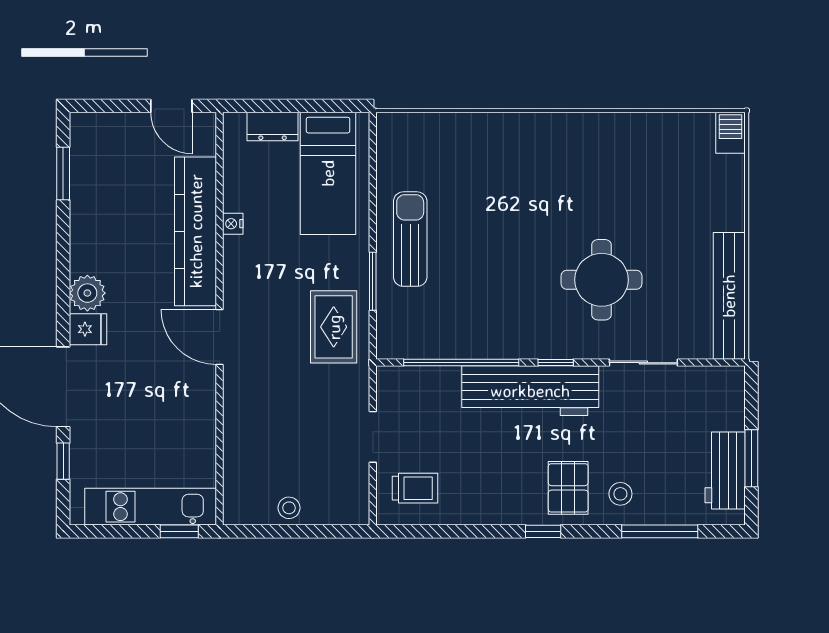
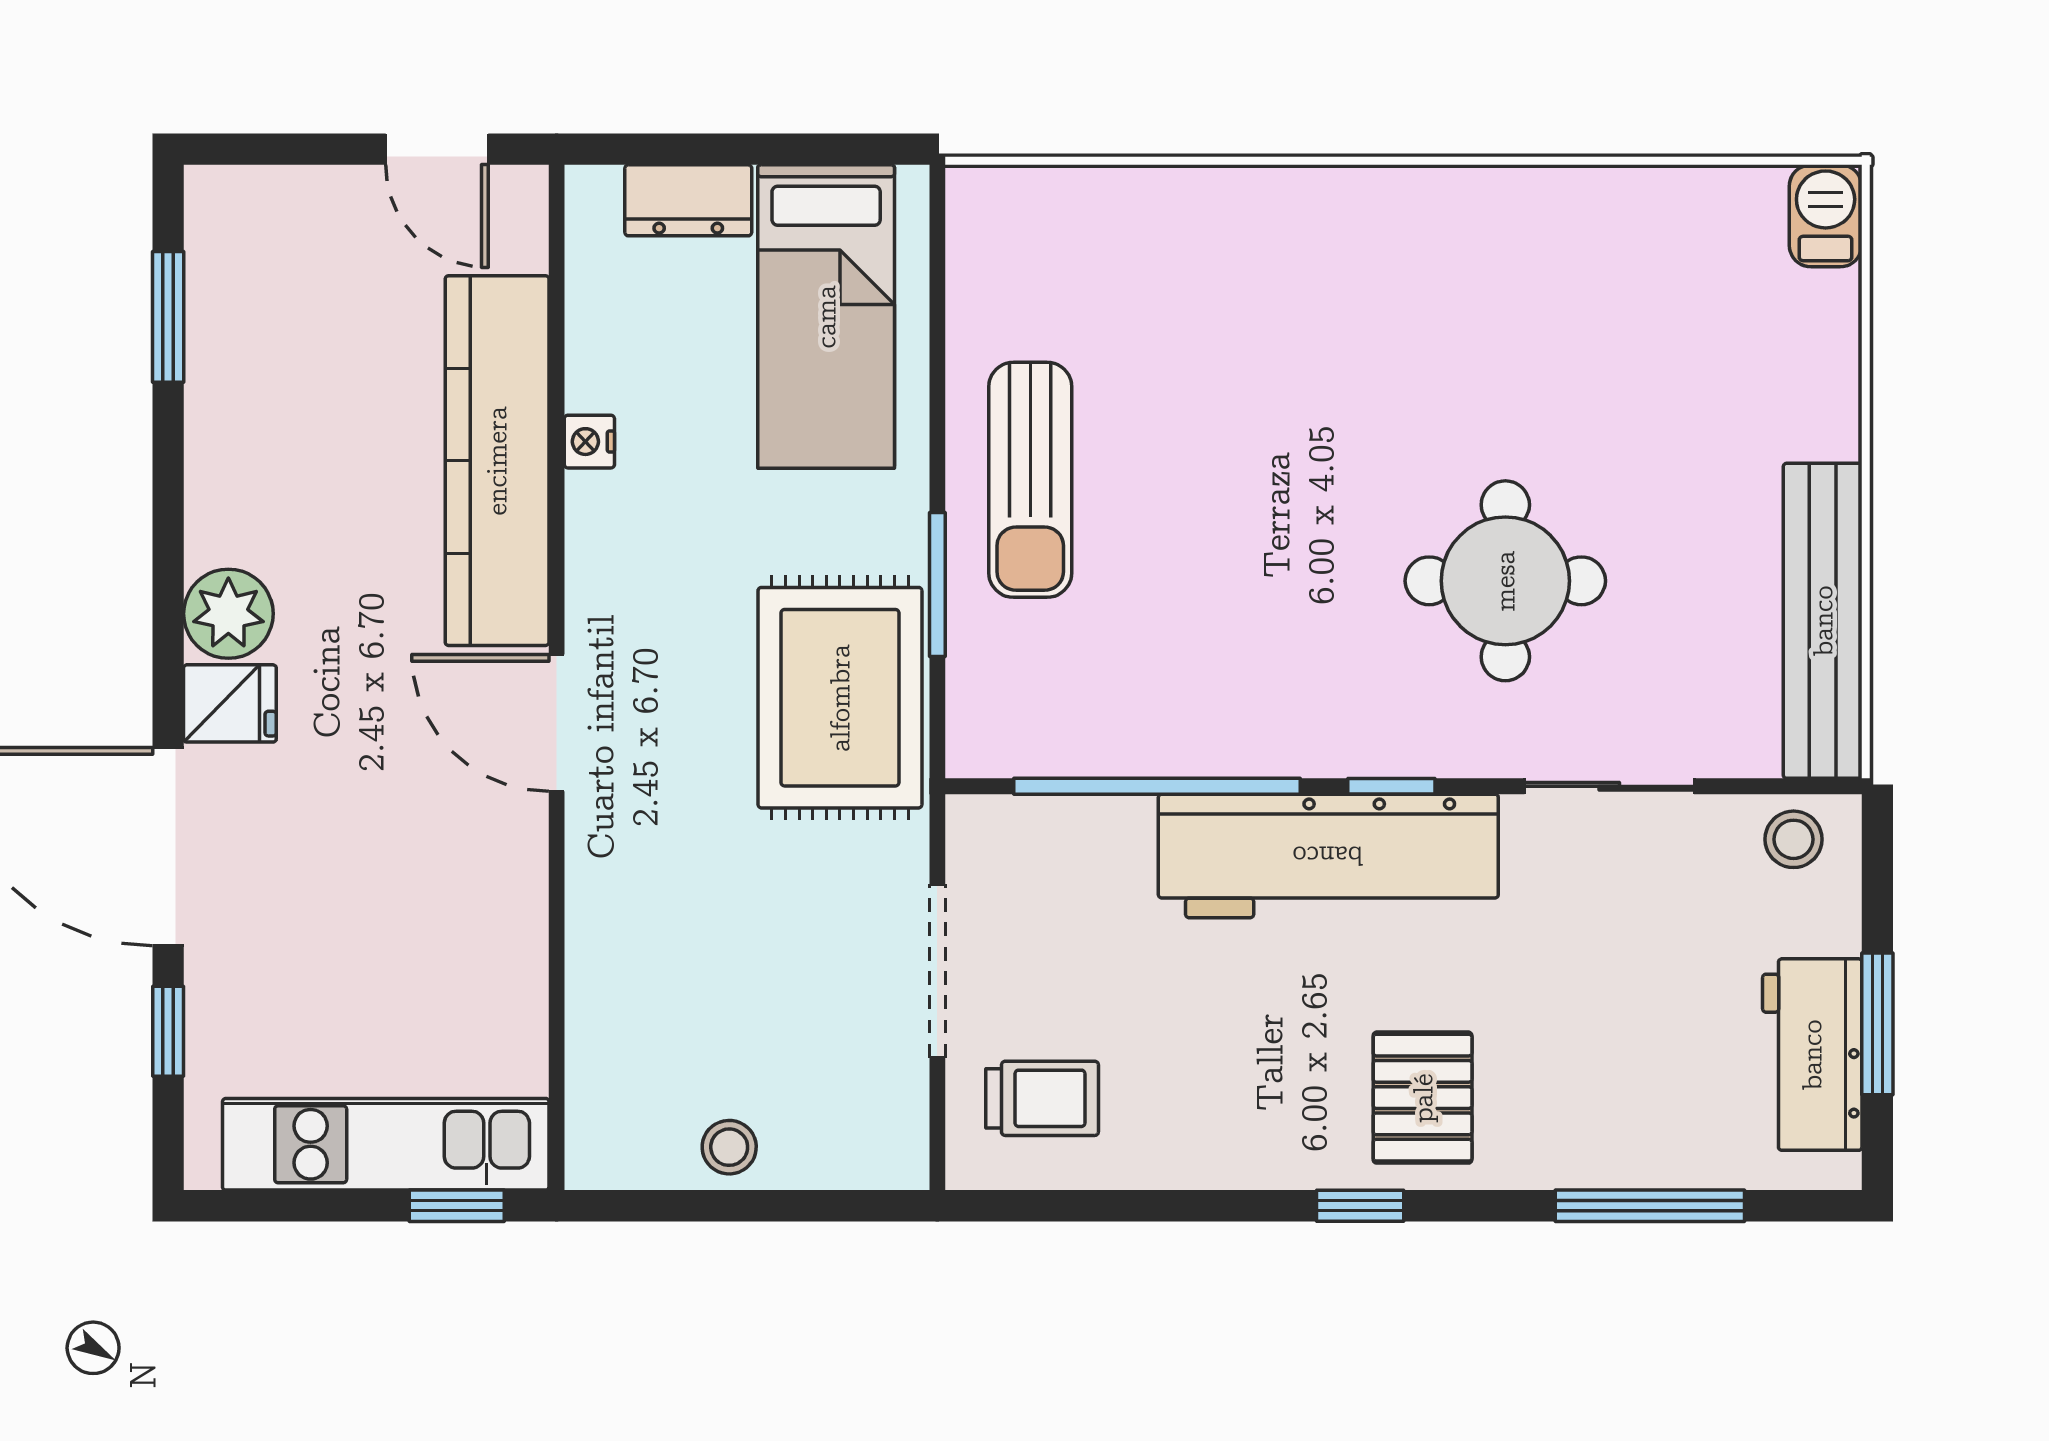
sun lounger: (410, 239) -> (1030, 480), turned 180
rug: (334, 327) -> (840, 698), width x1.36, depth x1.43
doorway: (373, 437) -> (937, 971), width x1.38
stool: (620, 494) -> (1794, 839), moved

